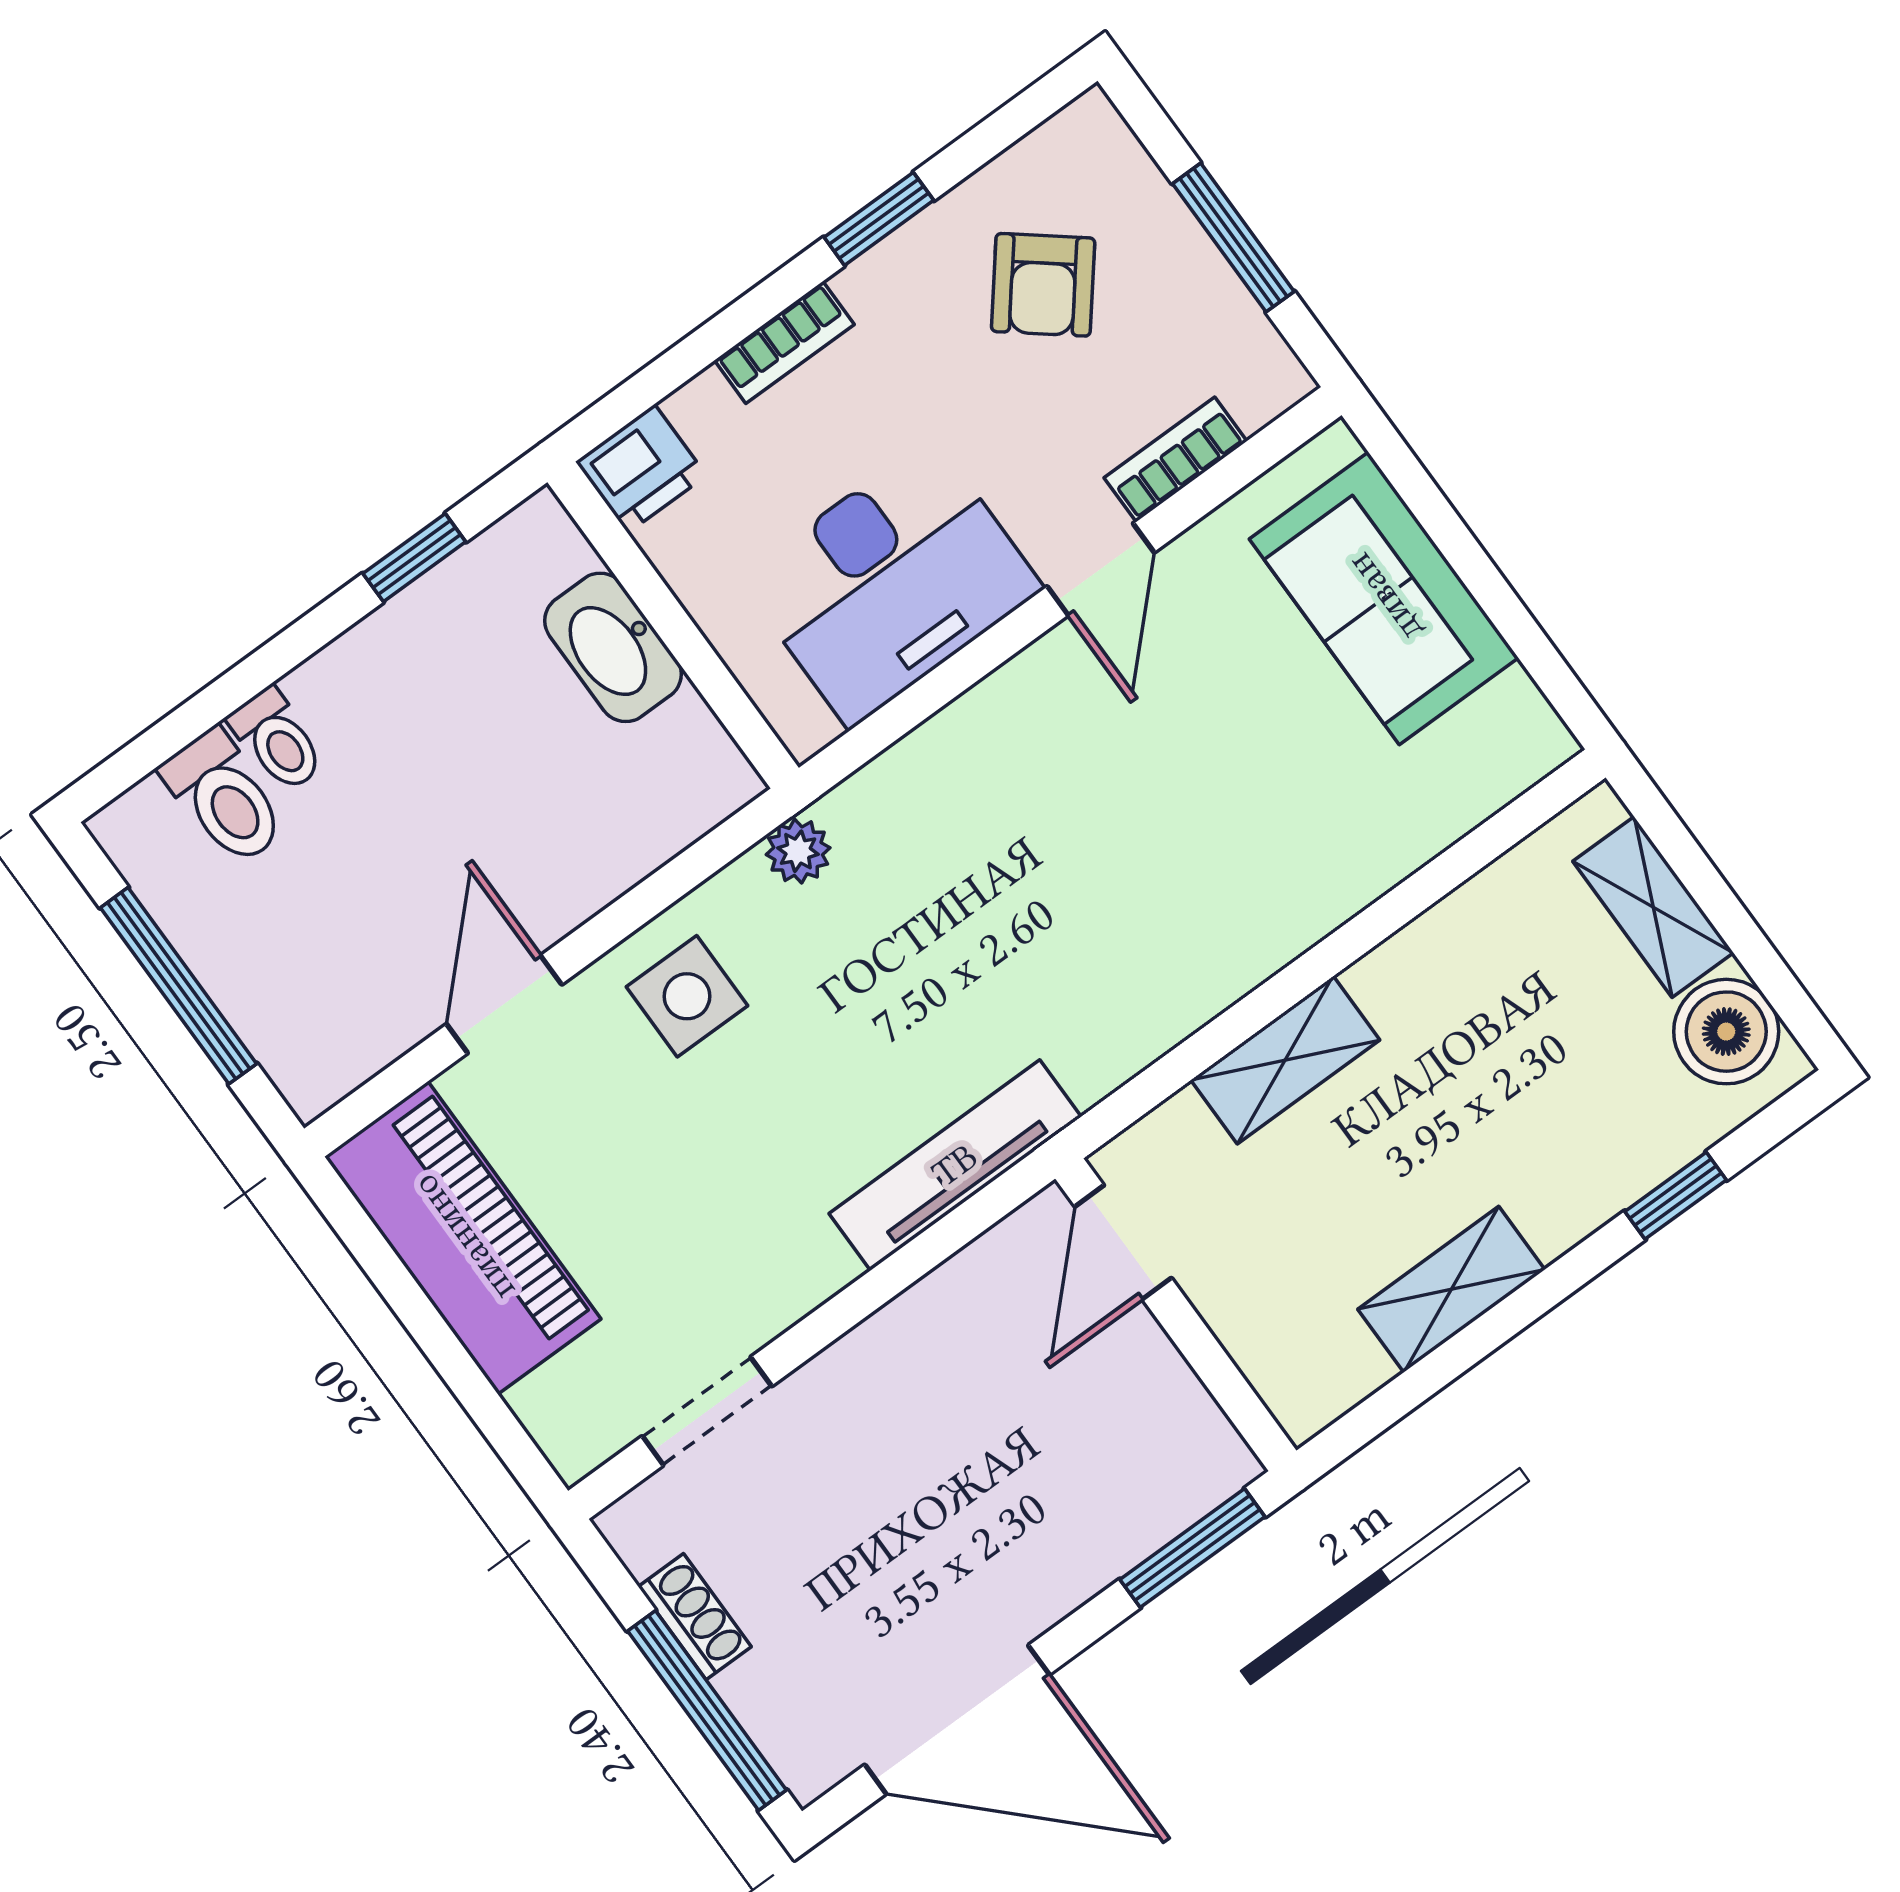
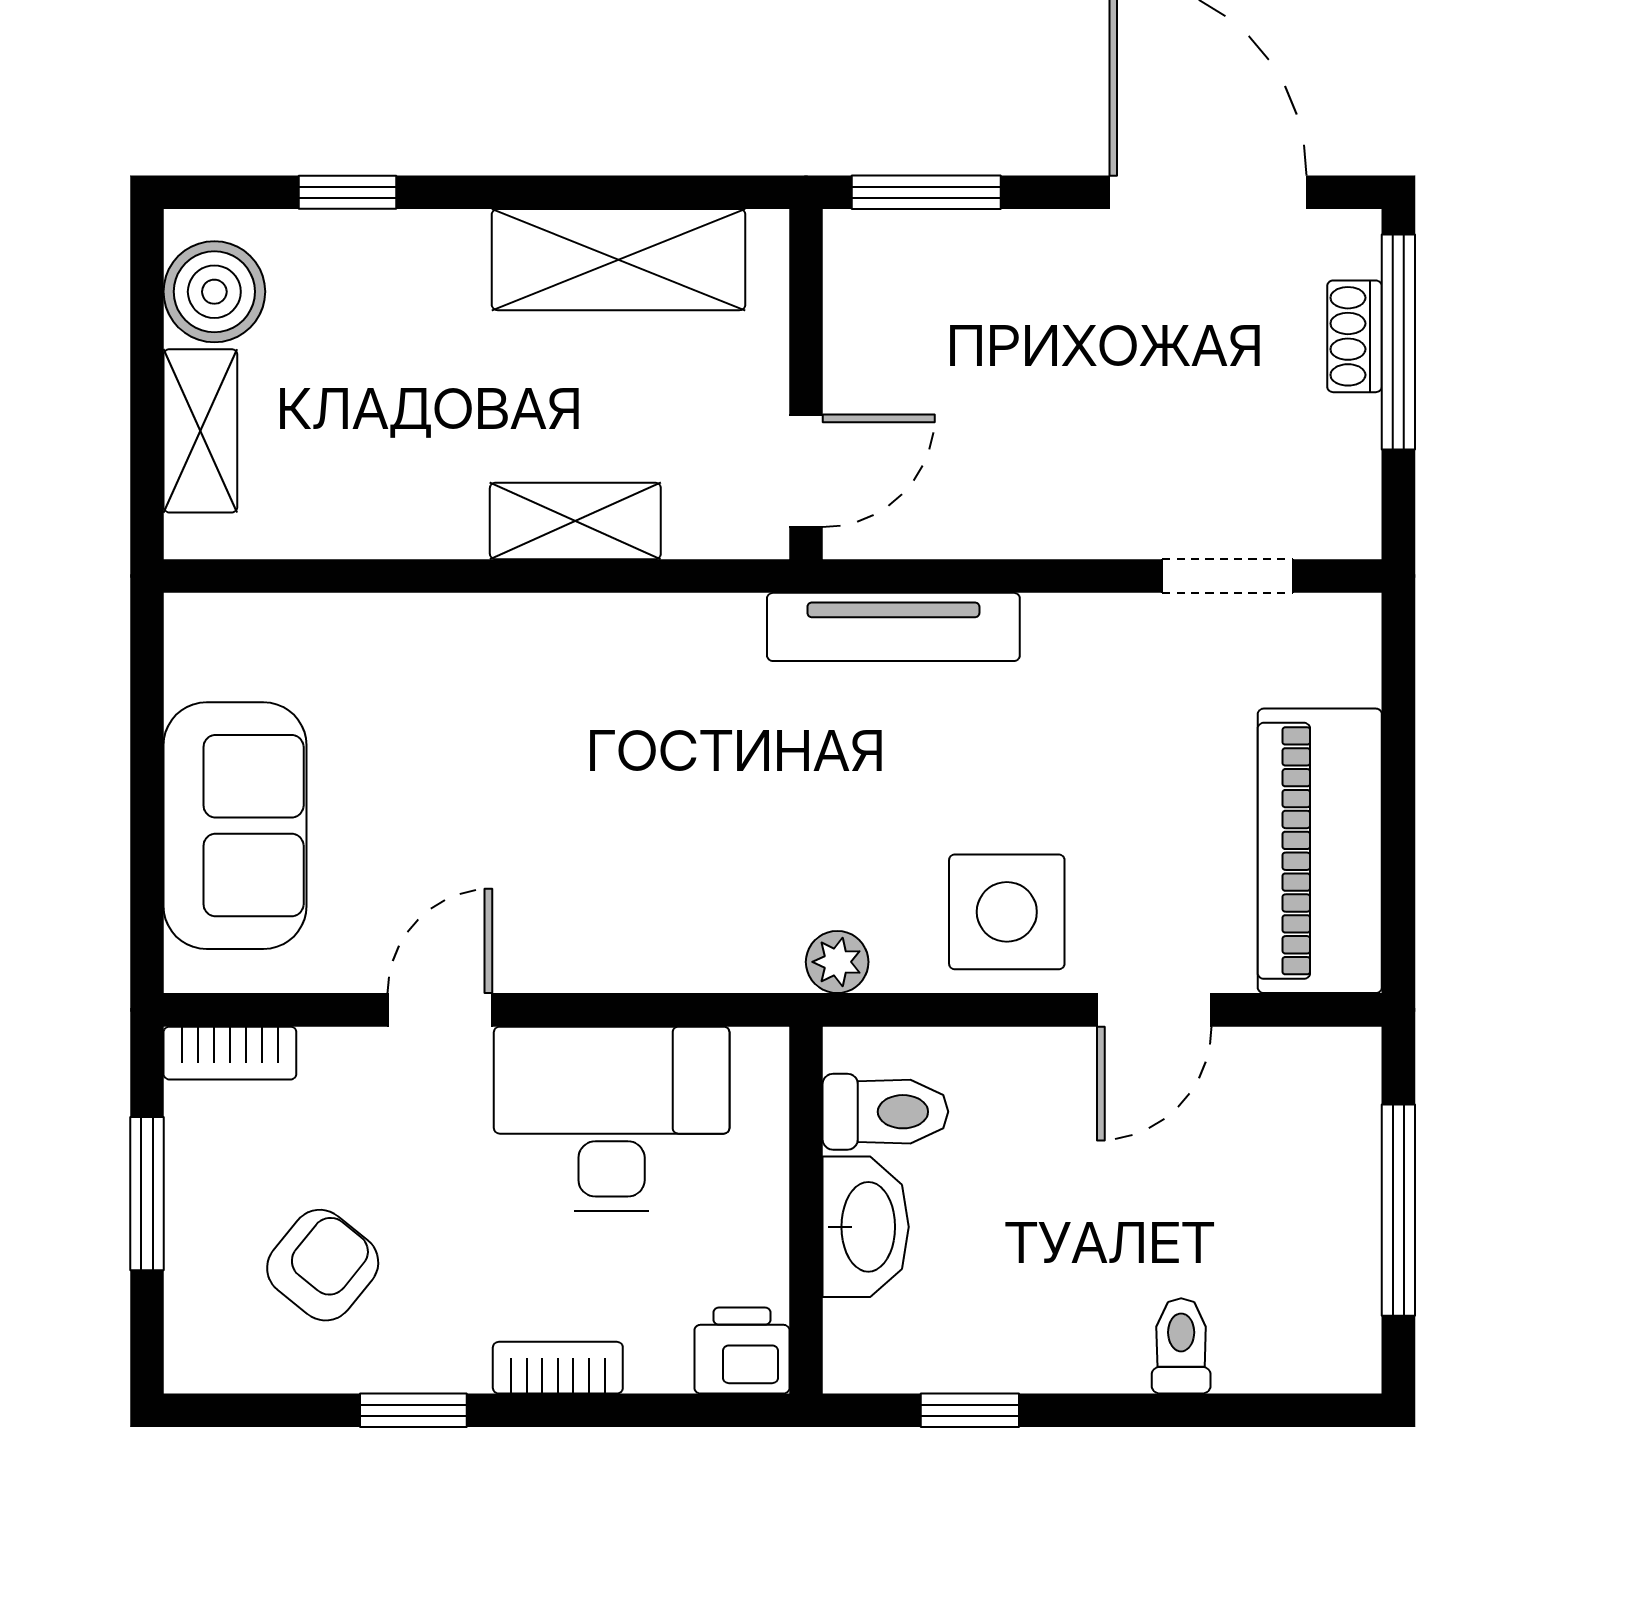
bookcase: (1175, 459) -> (230, 1053), moved
toilet: (224, 798) -> (885, 1112), moved, turned 90
side table: (687, 996) -> (1007, 912), width x1.37, depth x1.37
shelving: (1451, 1289) -> (619, 260), width x1.50, depth x1.33
shoe rack: (695, 1617) -> (1354, 336), moved

